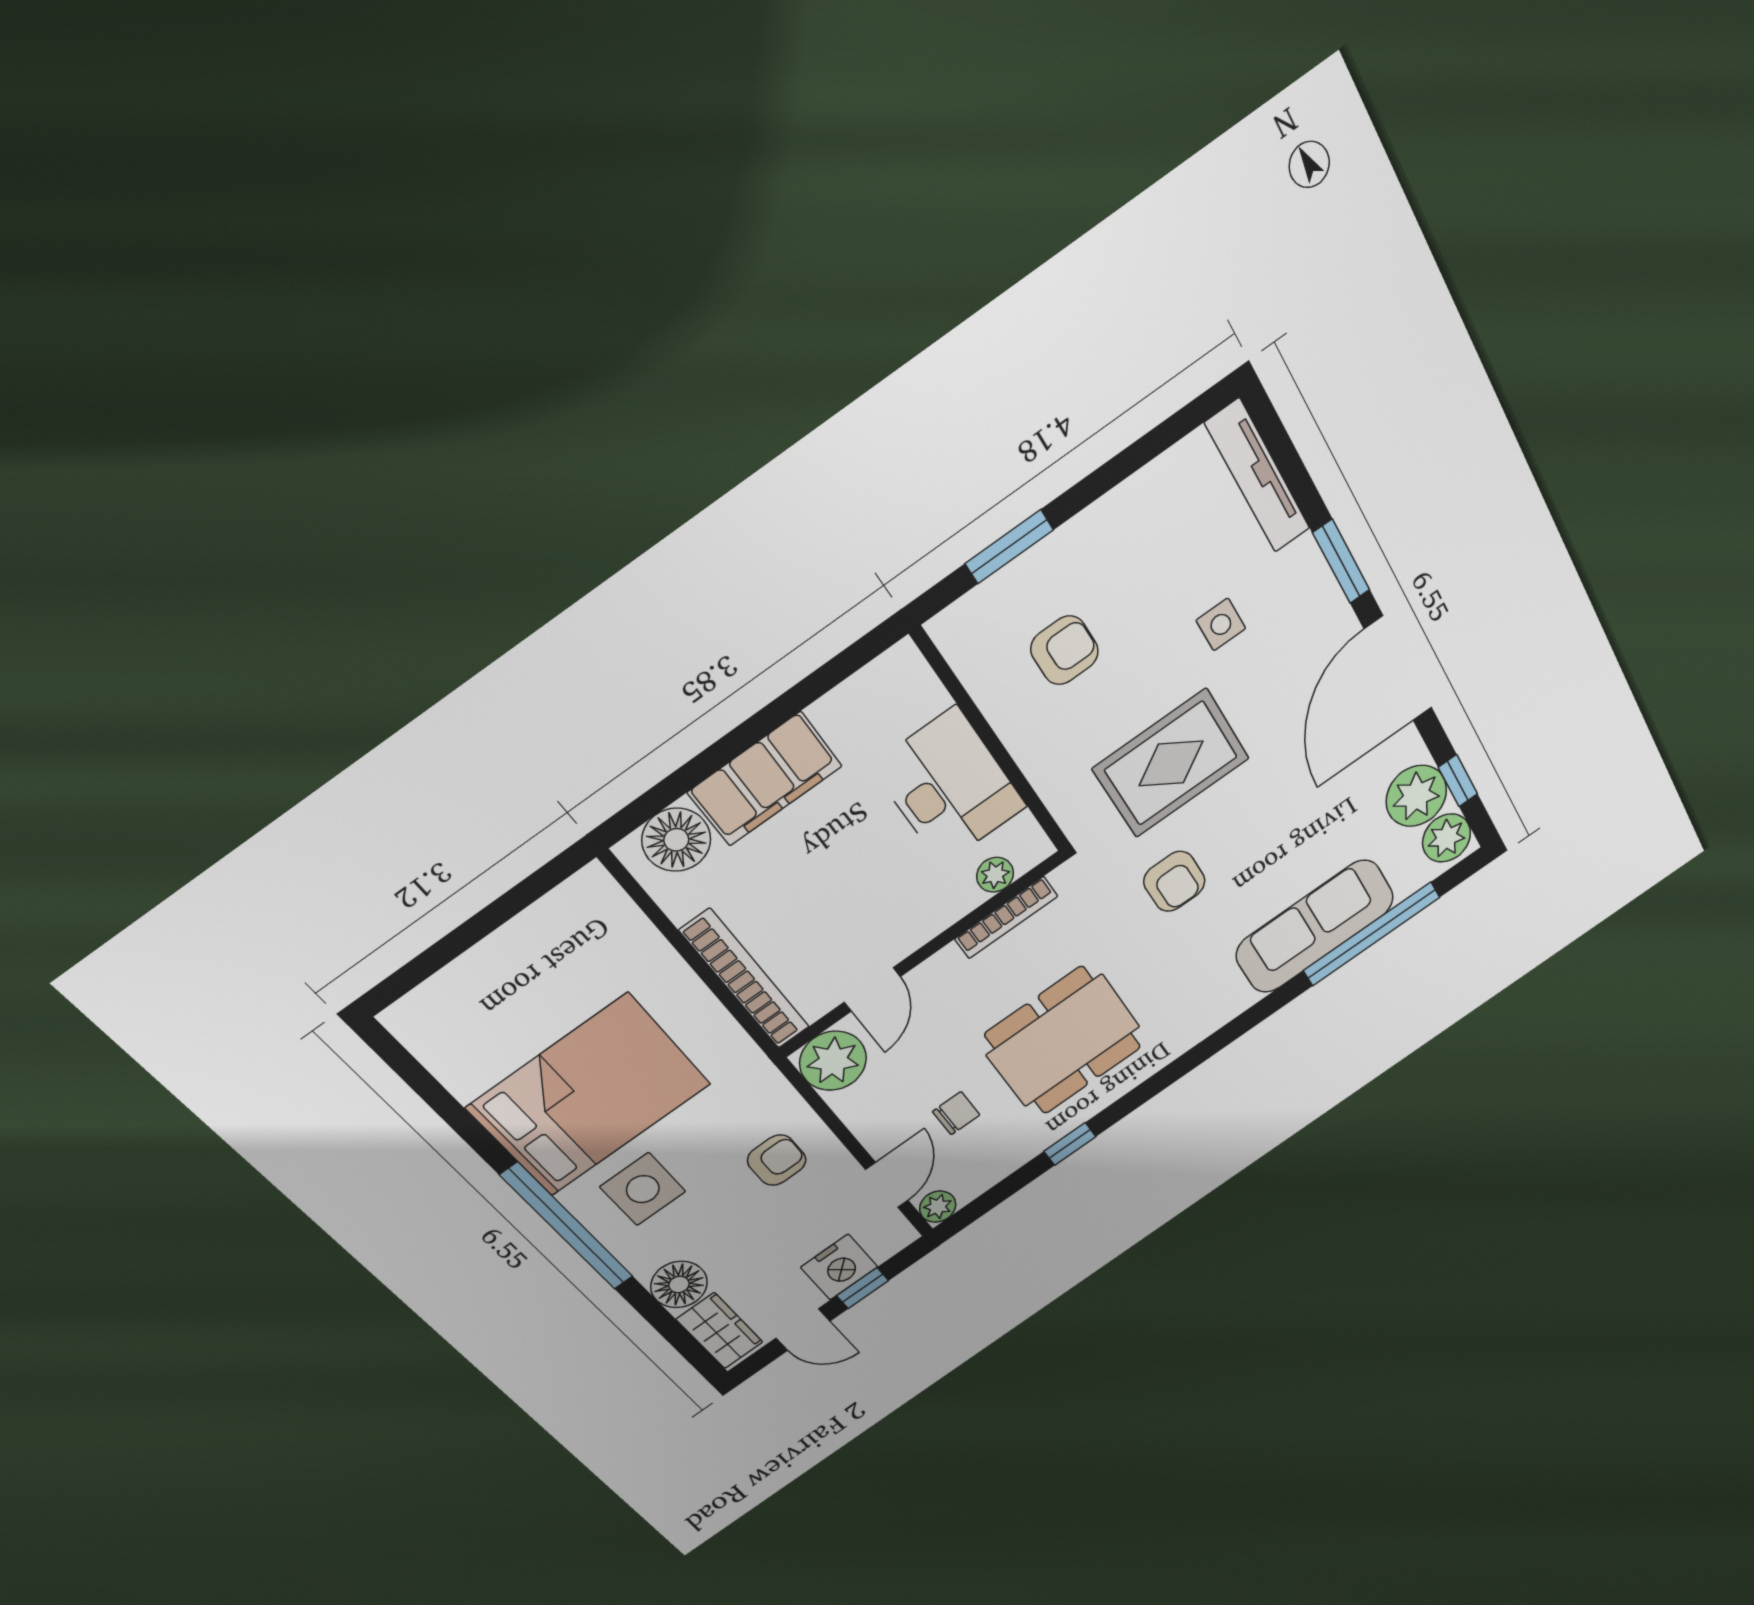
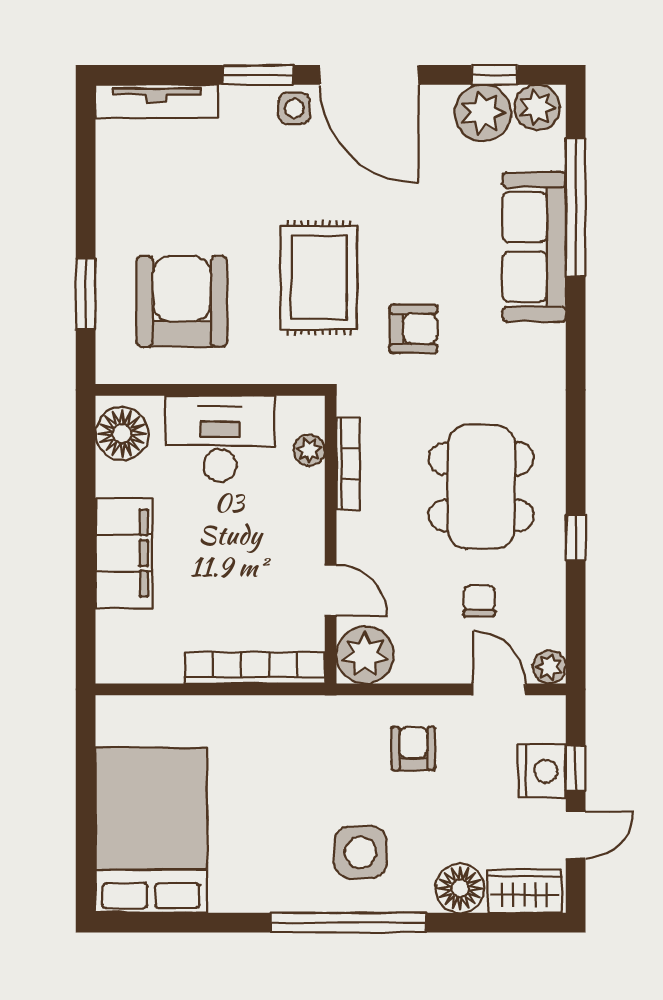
side table: (1221, 624) -> (294, 108), moved
armchair: (1064, 650) -> (182, 301), width x1.88, depth x1.88
floor lamp: (676, 840) -> (122, 433), moved
bed: (589, 1096) -> (151, 830), moved

